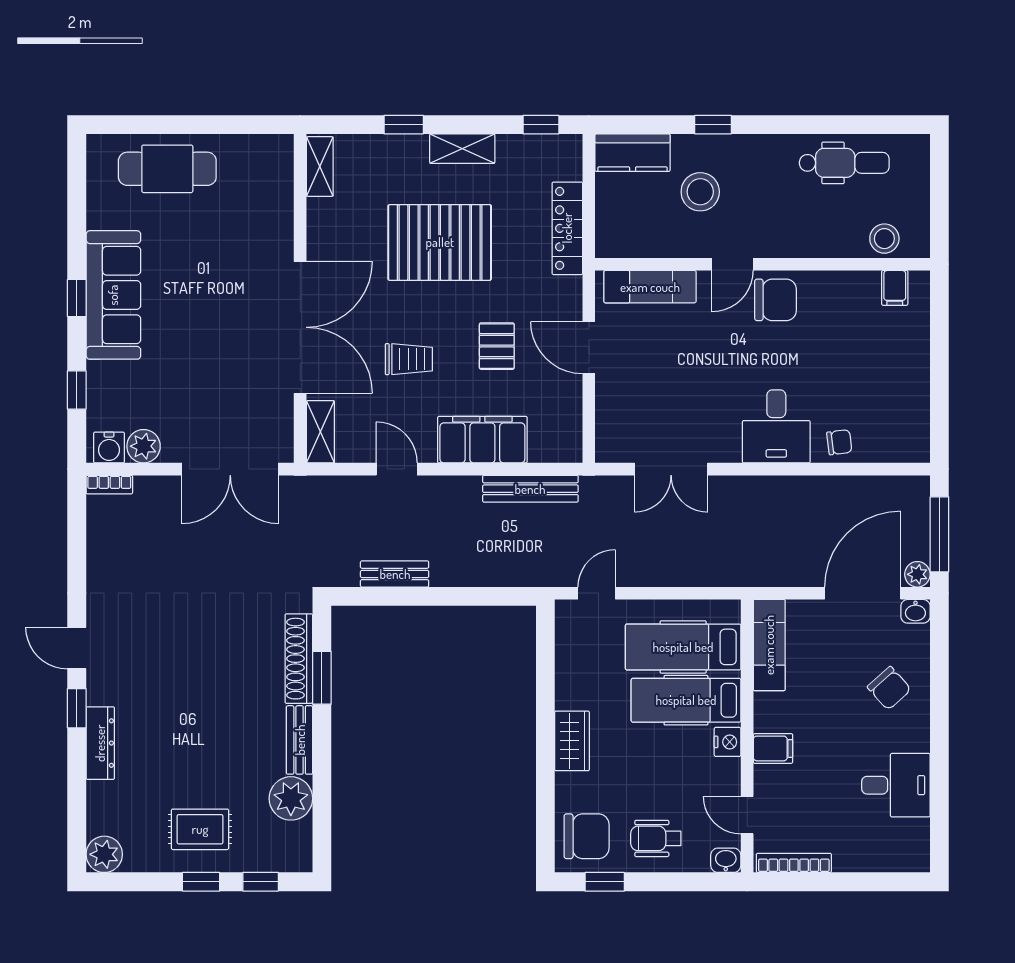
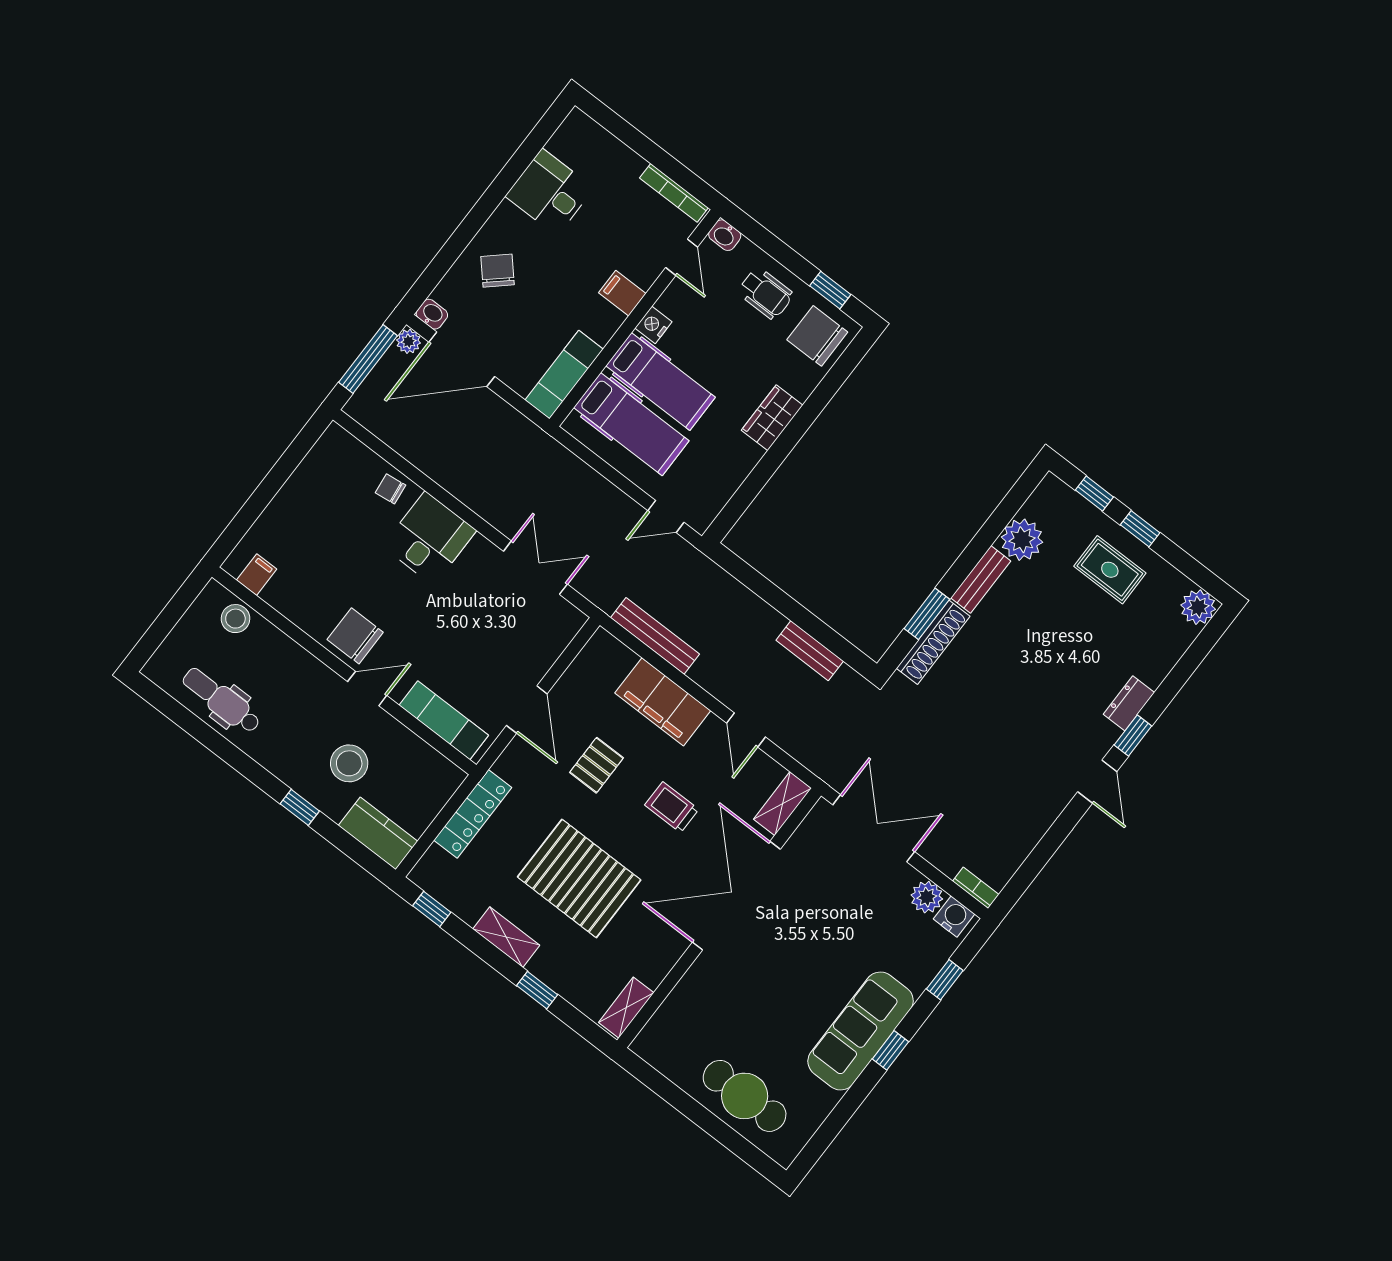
dresser: (100, 743) -> (1129, 703), width x0.70

